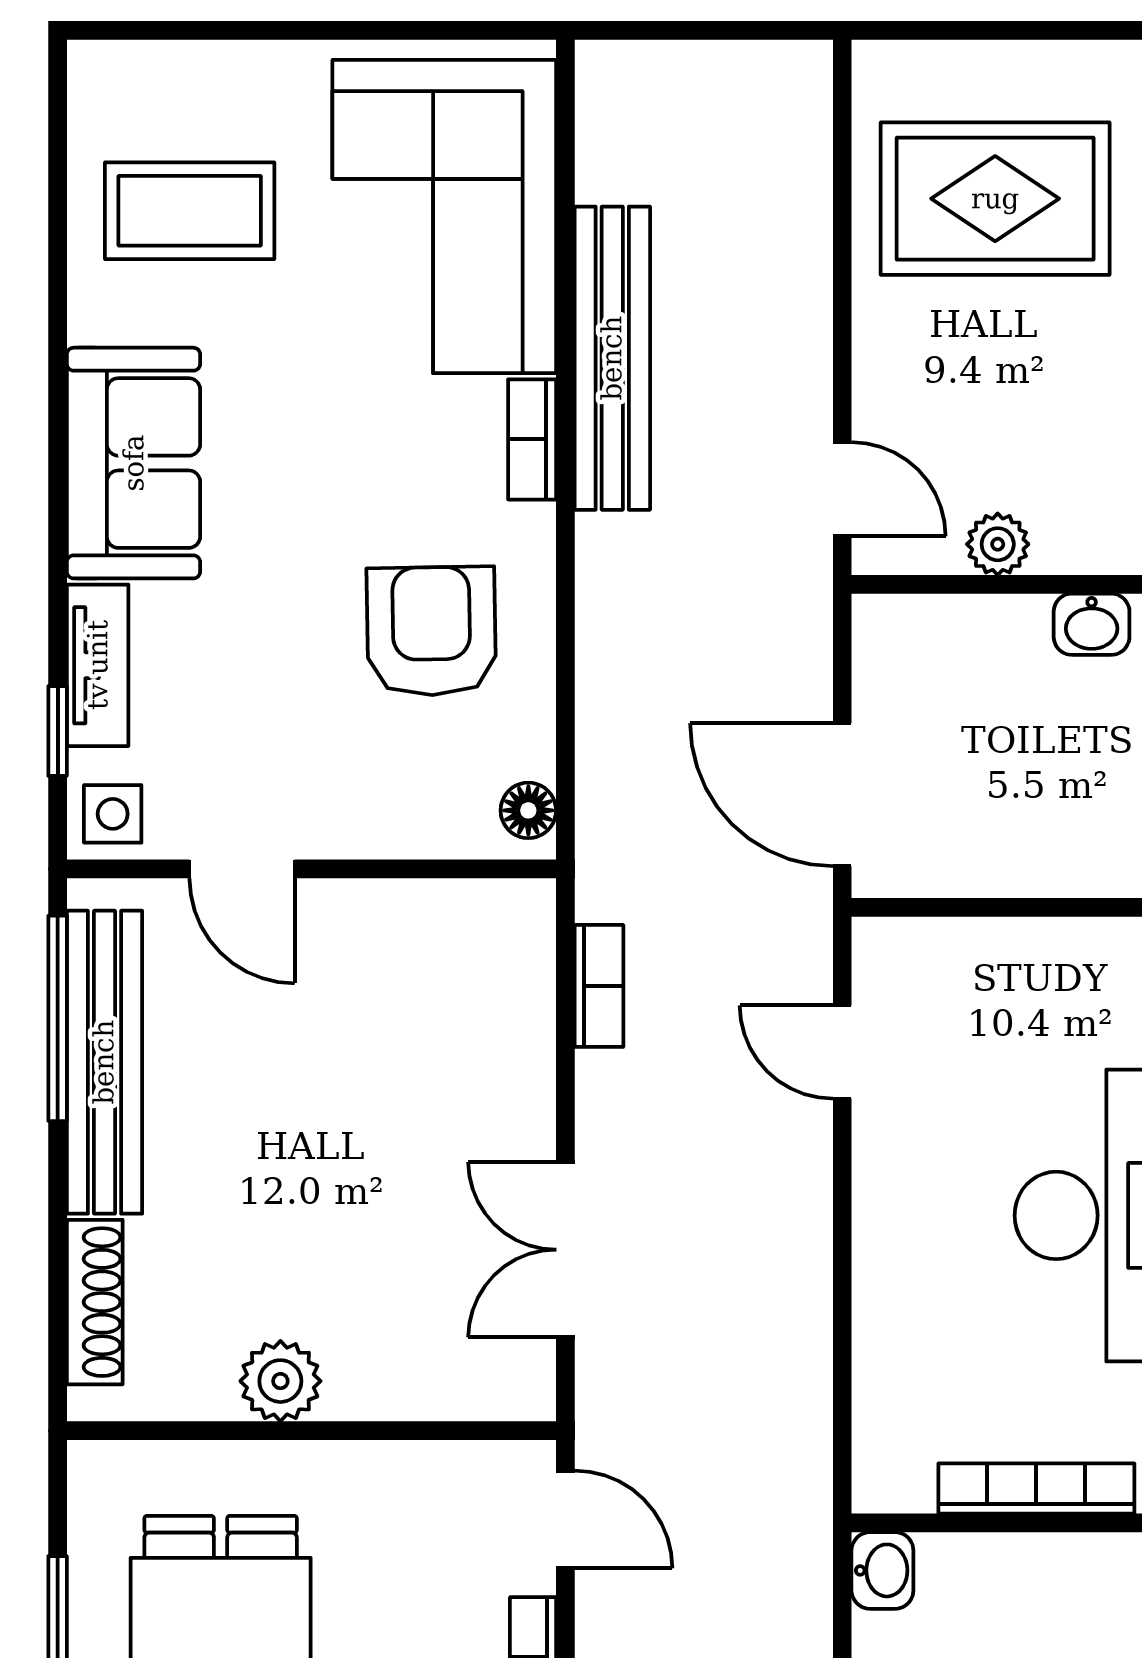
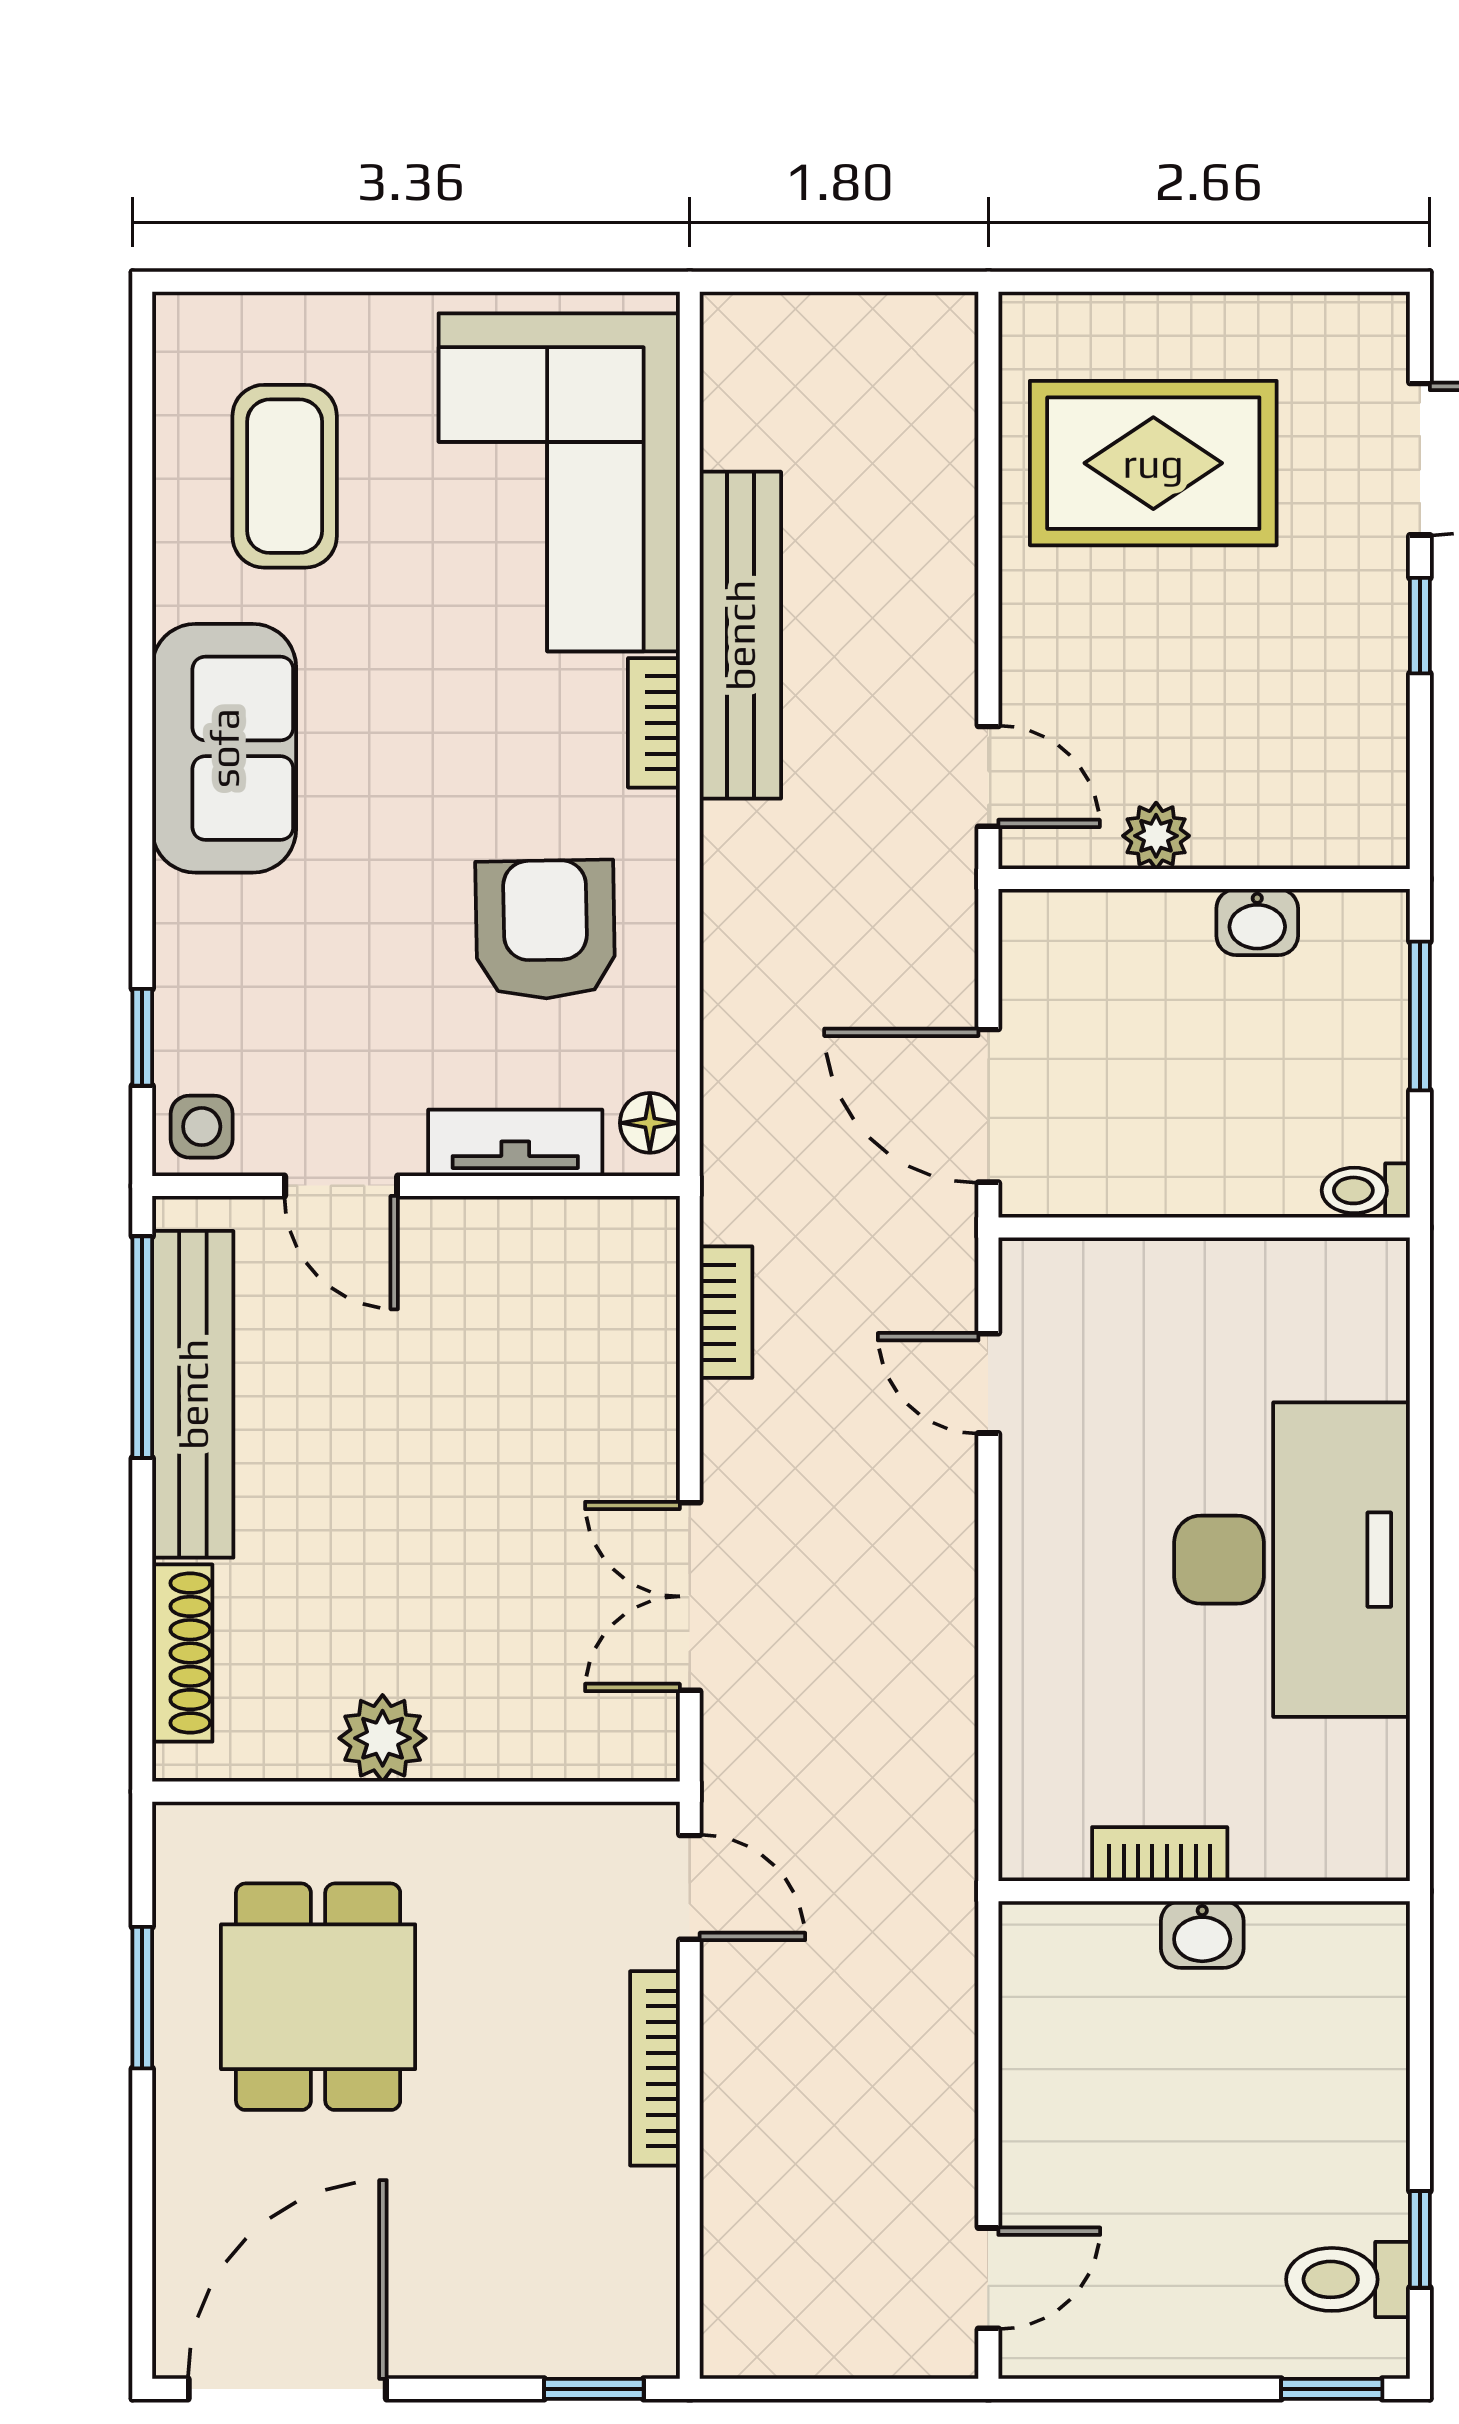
coffee table: (190, 211) -> (285, 476), turned 90
tv unit: (98, 665) -> (515, 1143), moved, turned -90
bookcase: (1036, 1489) -> (1160, 1854), width x0.64
washbasin: (882, 1570) -> (1202, 1935), moved, turned 90

